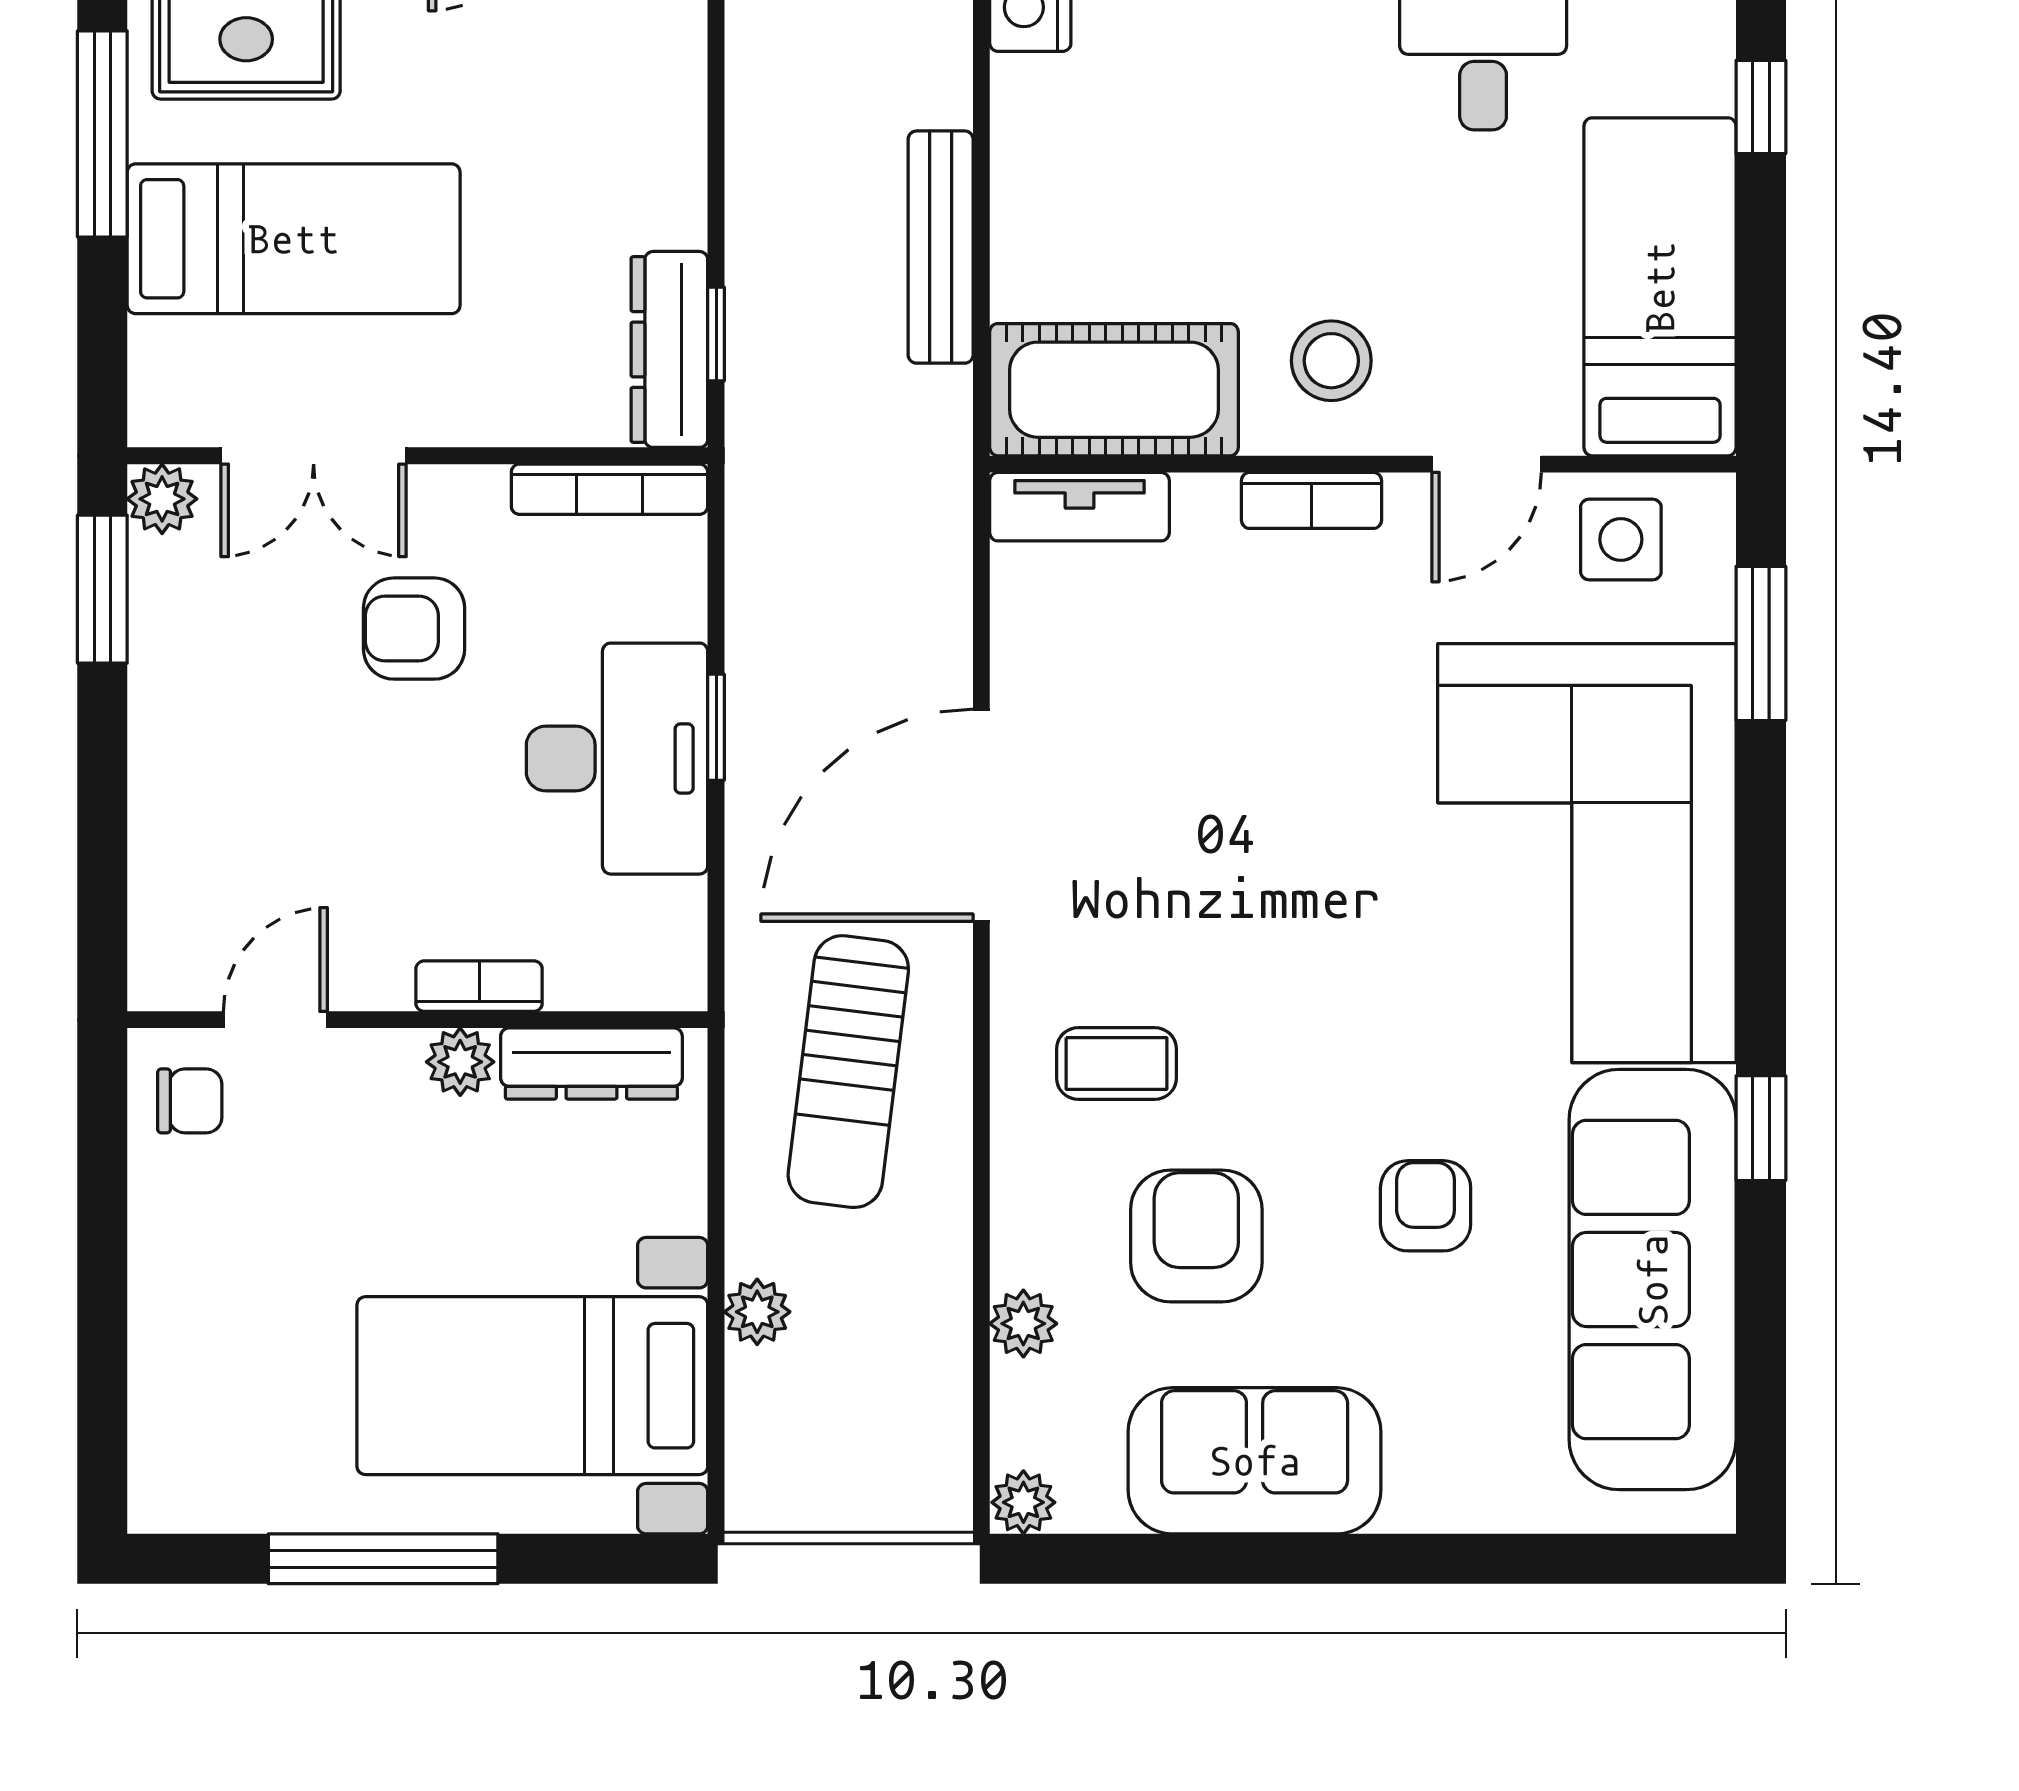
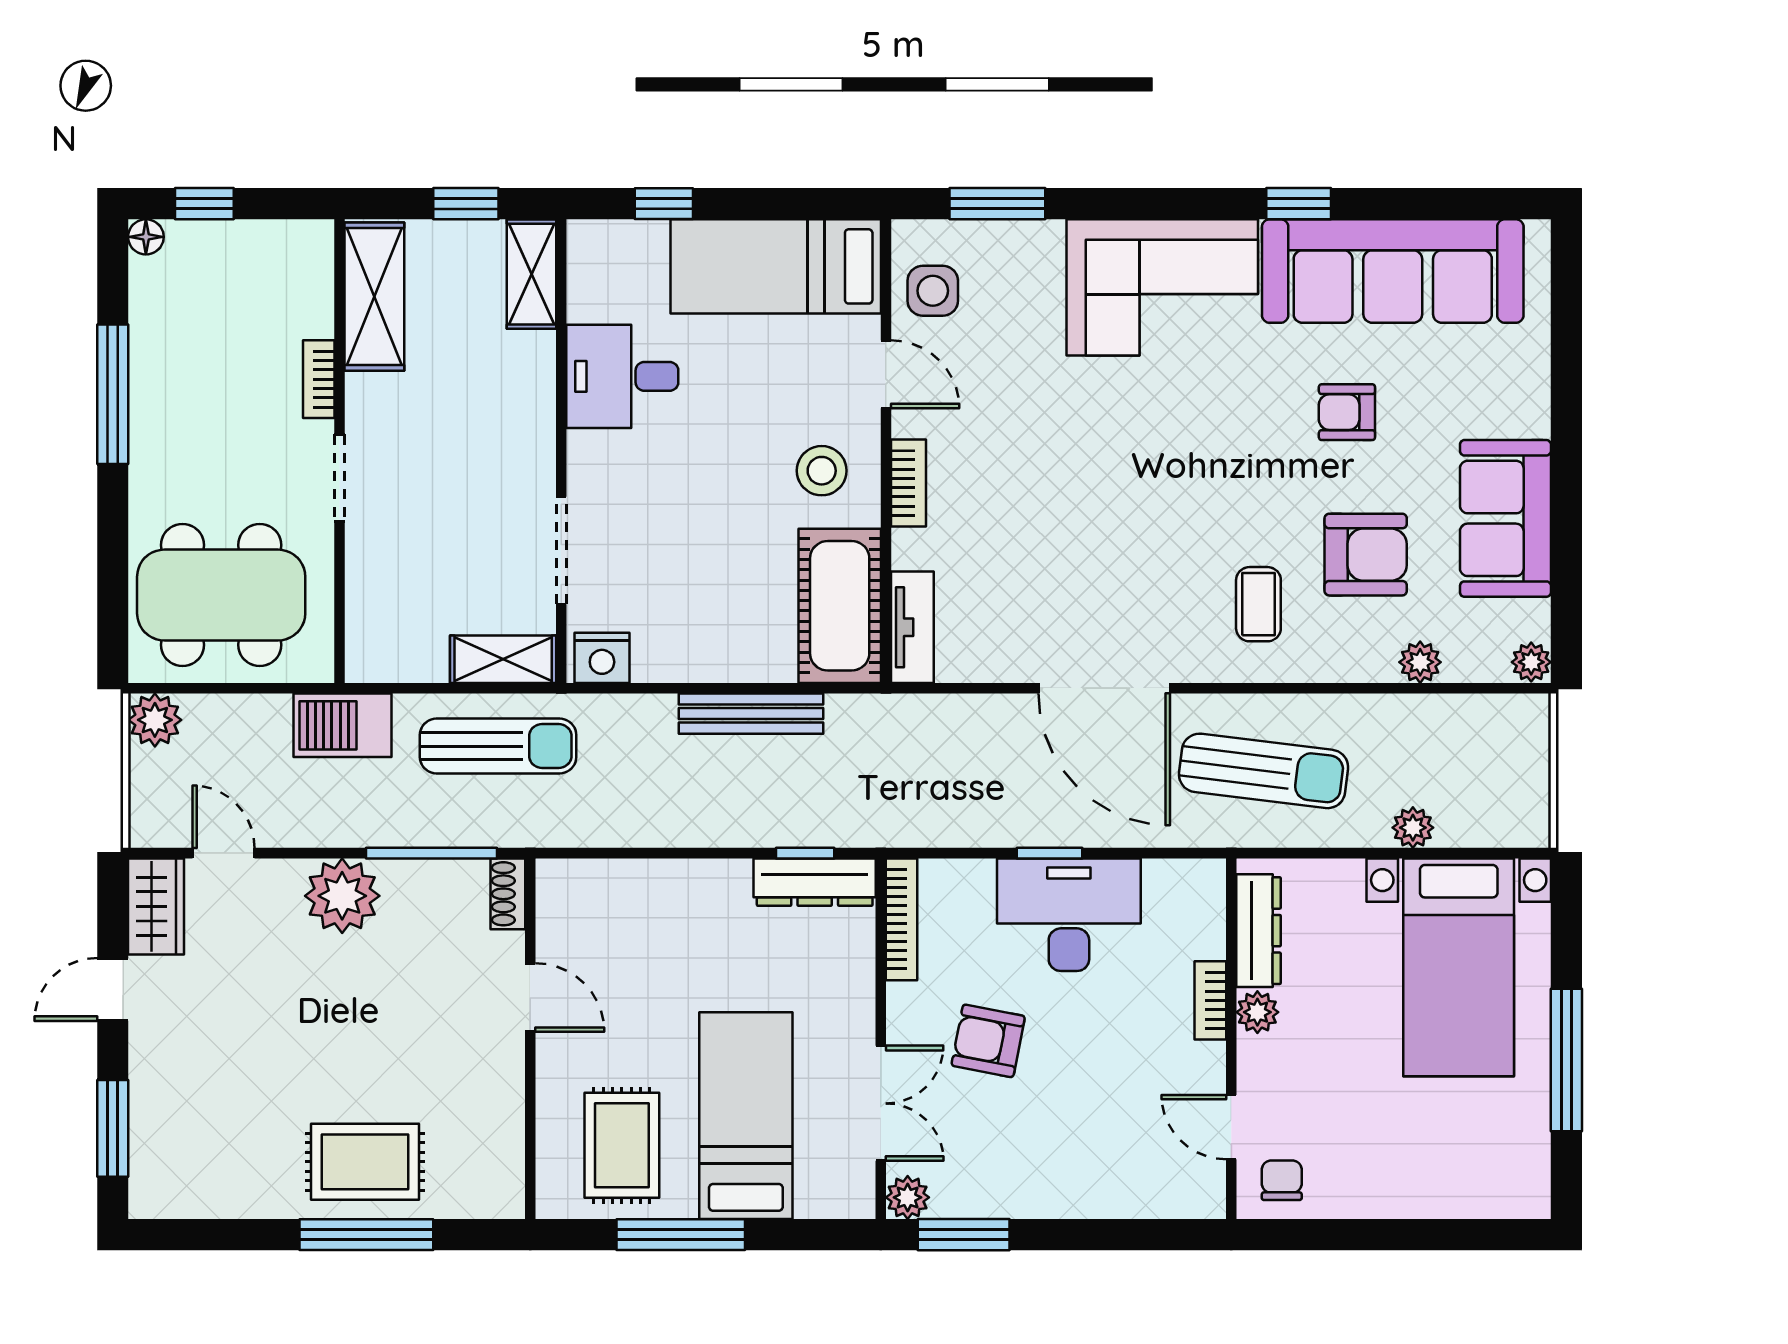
armchair: (414, 629) -> (988, 1041), turned 101
corner sofa: (1587, 853) -> (1162, 287), width x0.73, depth x0.74
armchair: (1196, 1236) -> (1366, 555), turned 180

